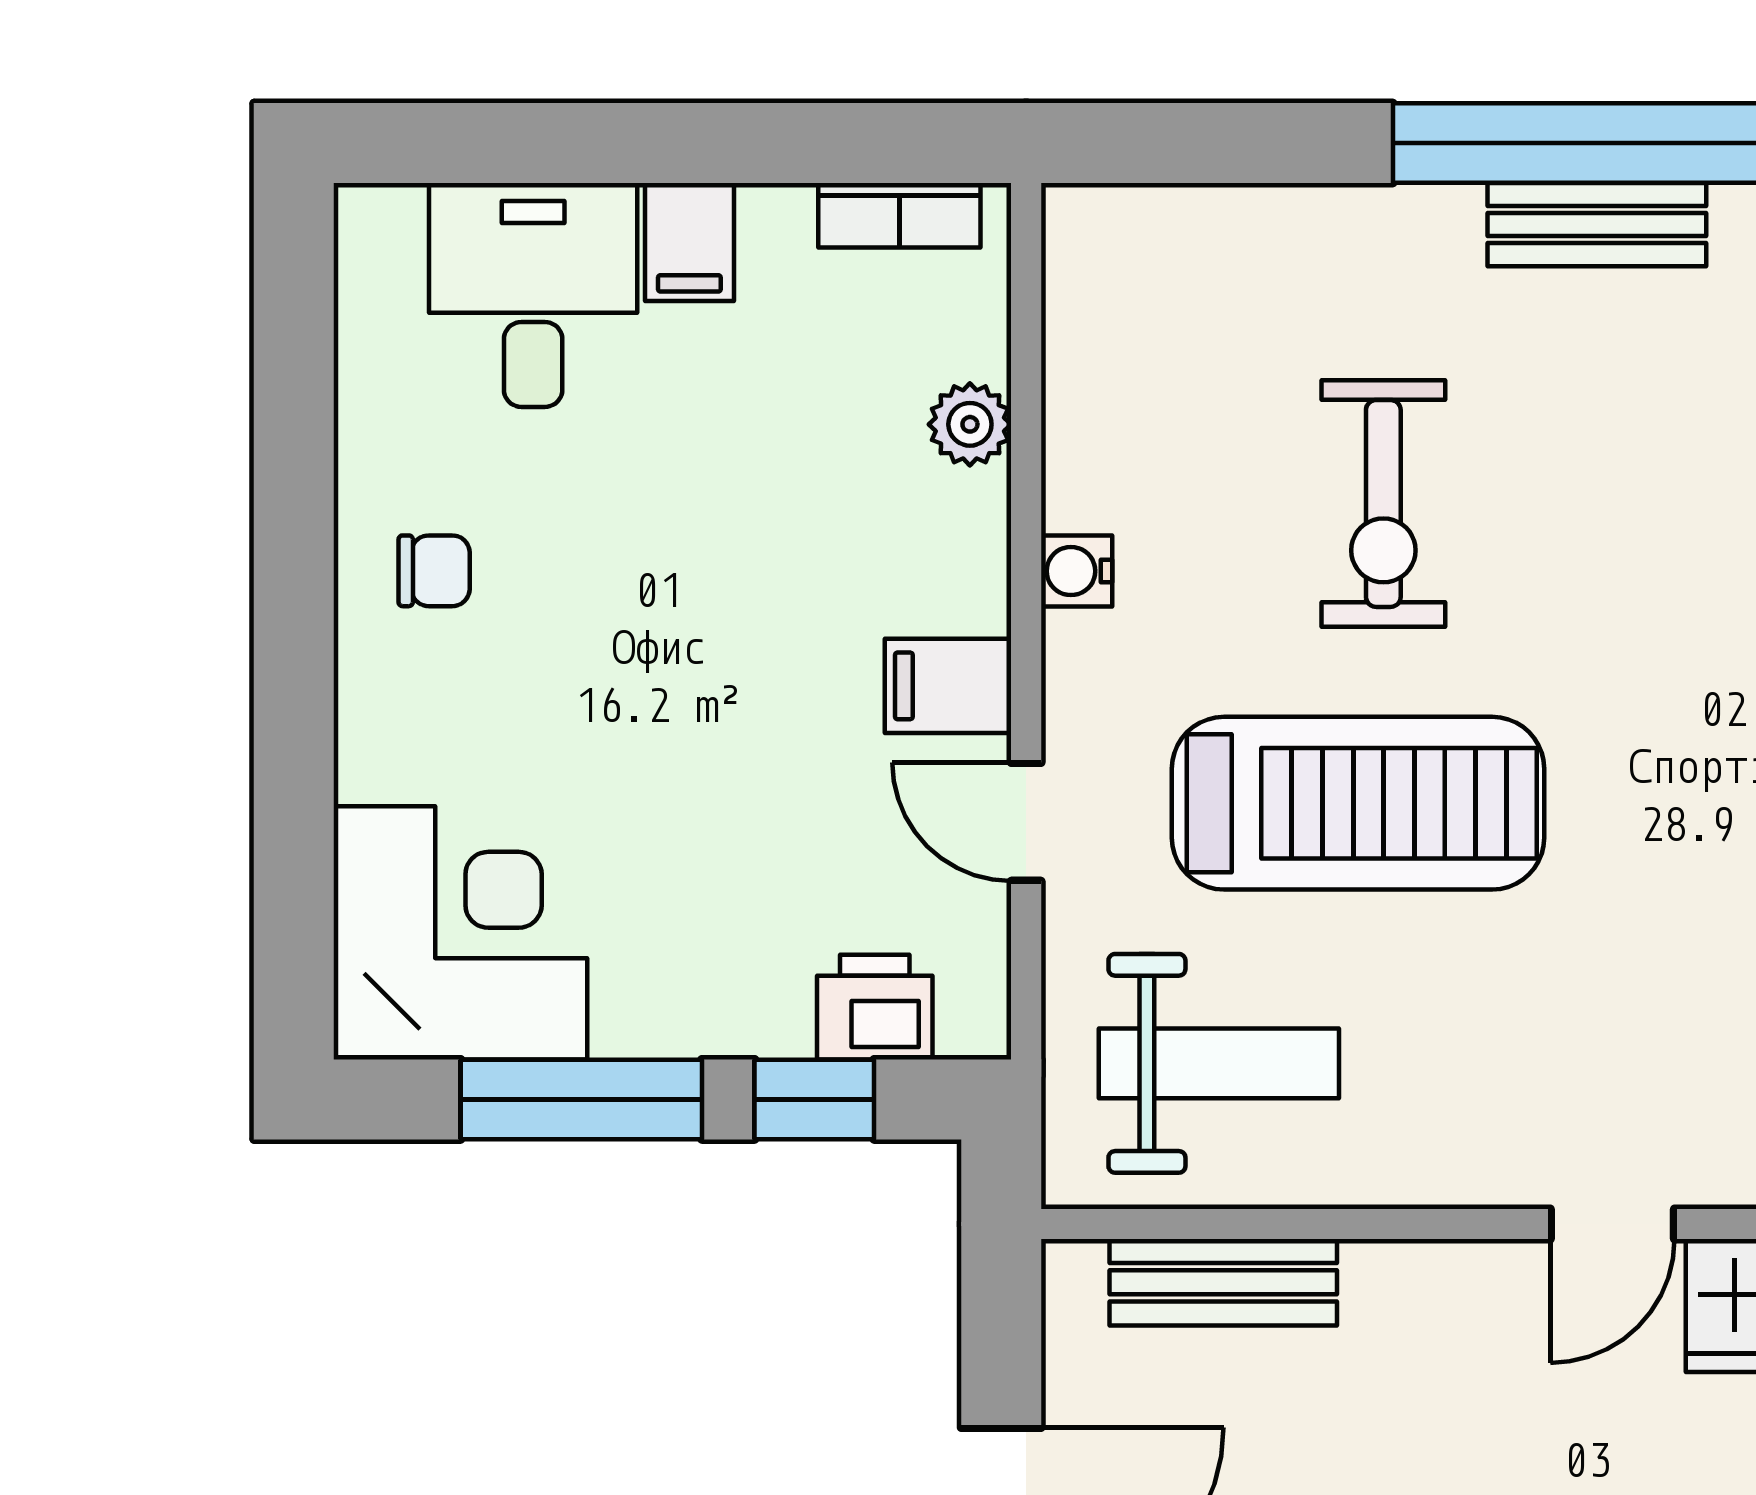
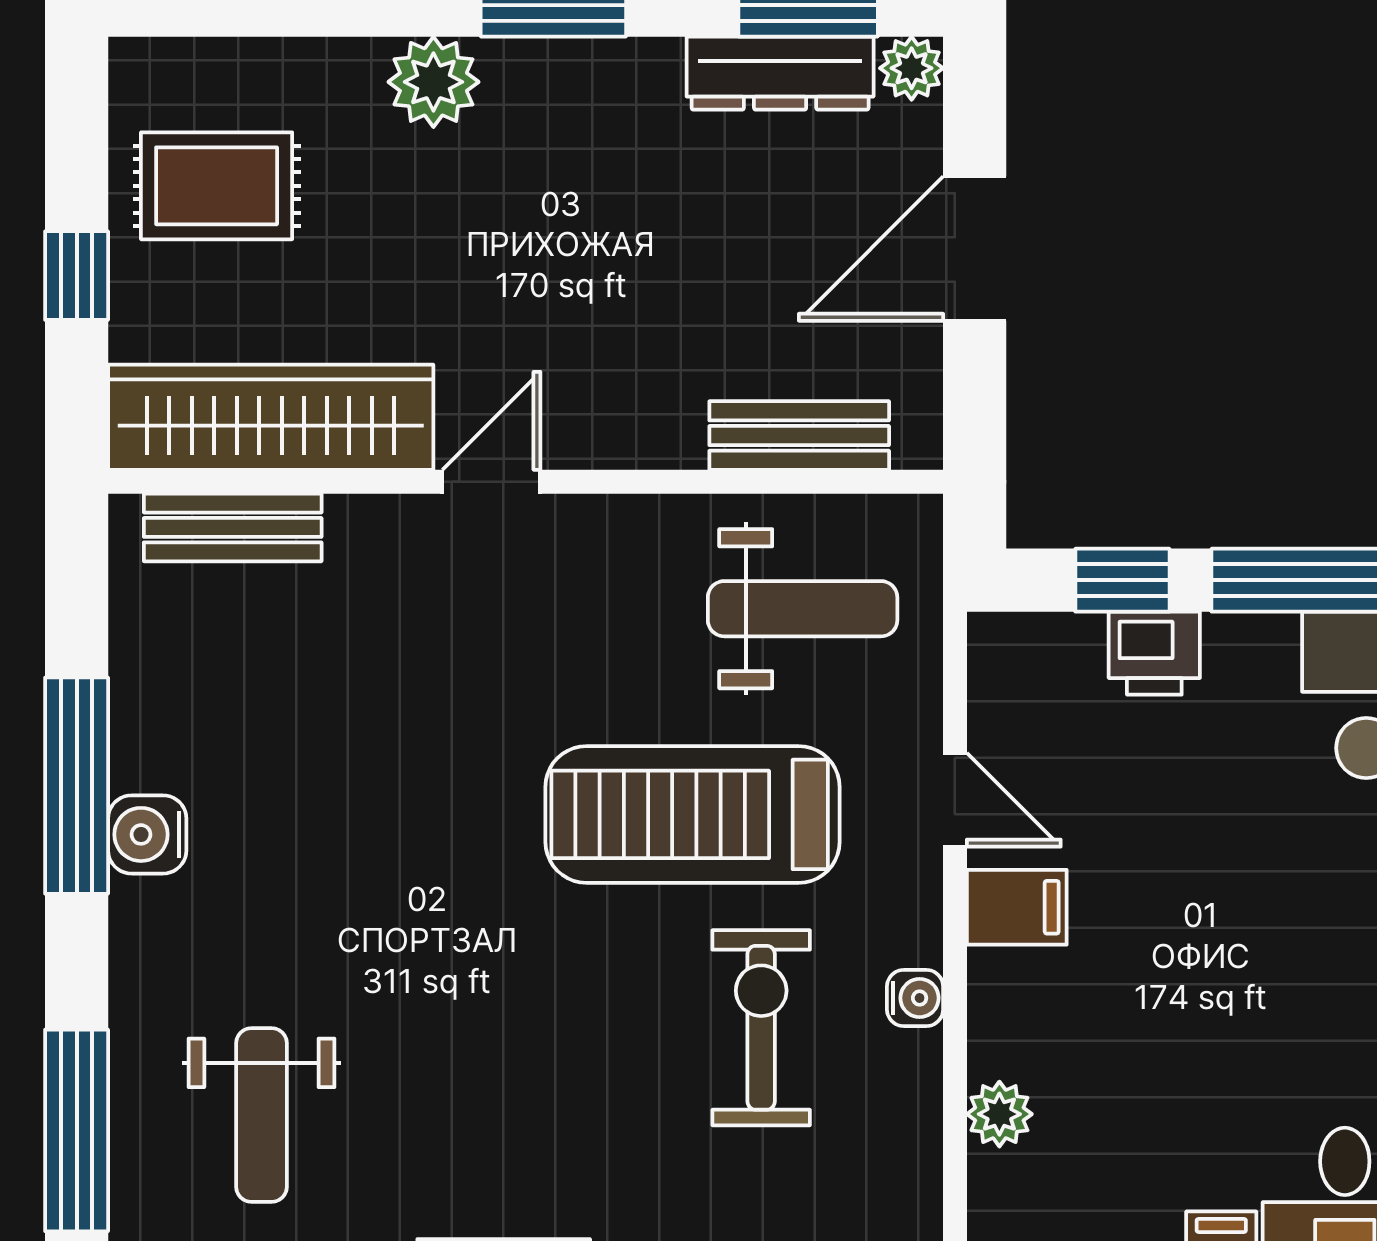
exercise bike: (1383, 503) -> (761, 1028), moved
printer: (875, 1007) -> (1154, 653), moved
weight bench: (1219, 1063) -> (803, 609), turned 180

